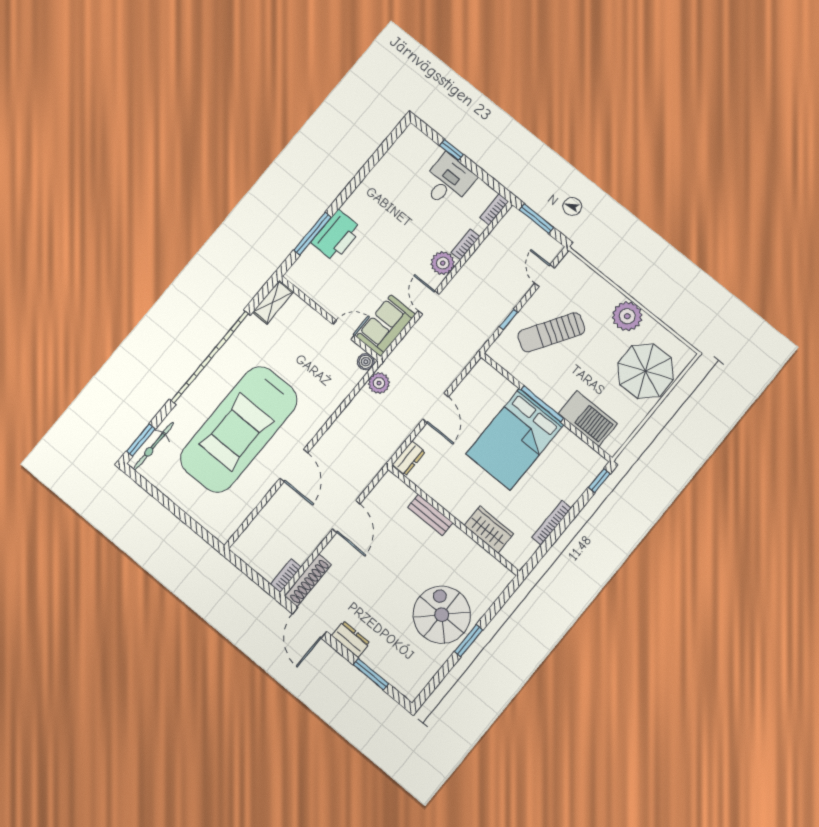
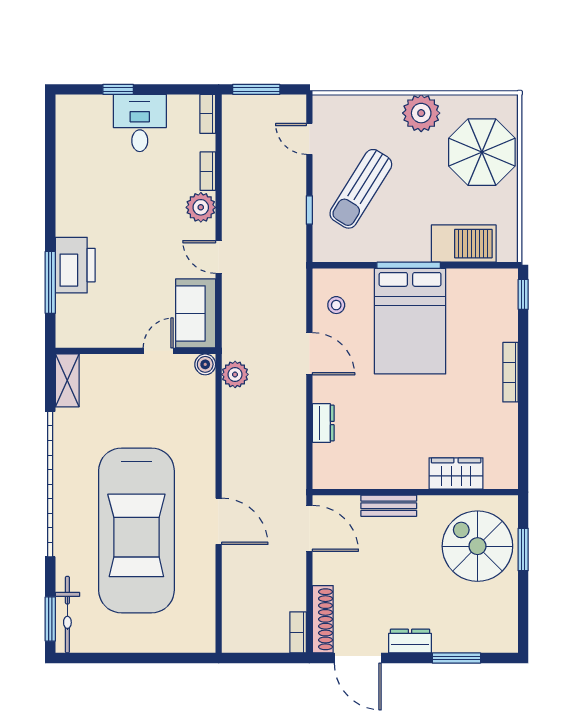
stool: (477, 392) -> (336, 305), added
bench: (430, 515) -> (389, 506), moved
wall: (454, 520) -> (415, 492), moved
wardrobe: (489, 530) -> (456, 473), moved

